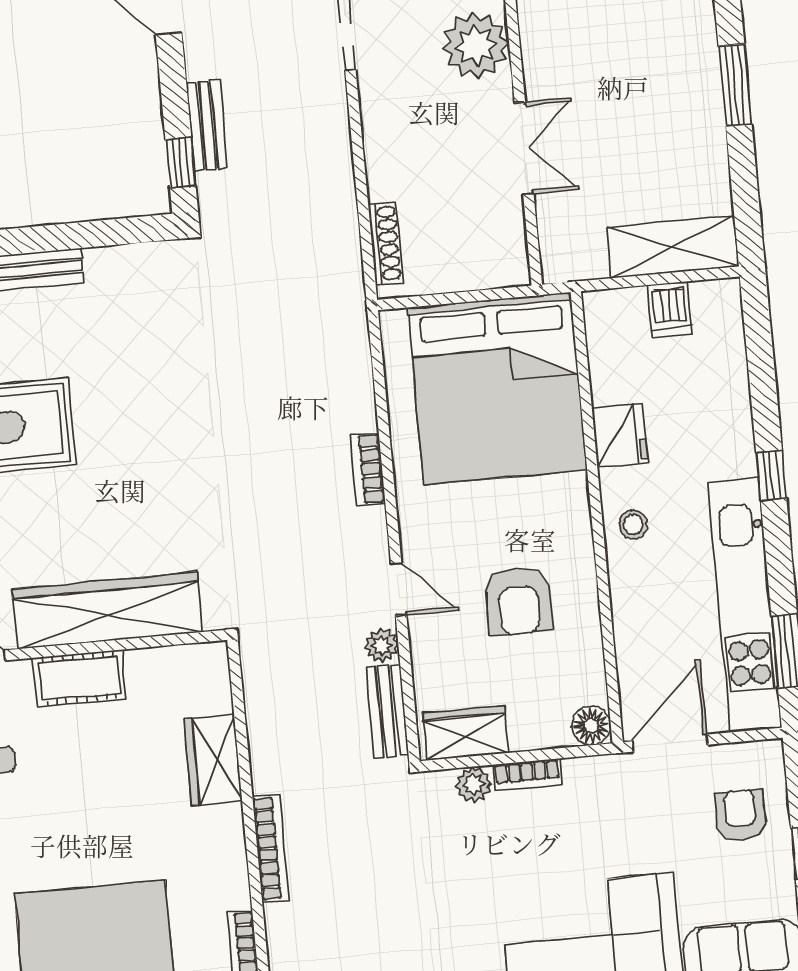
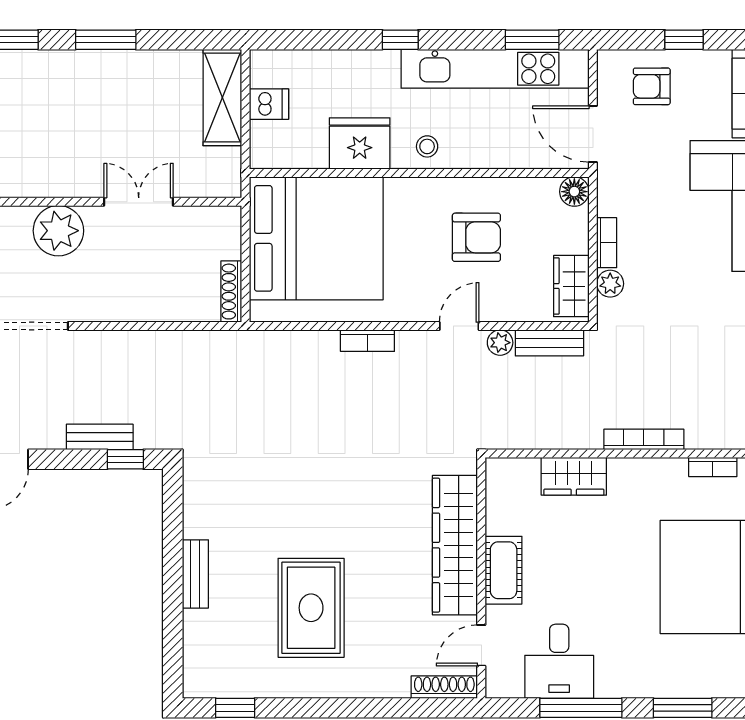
shoe rack: (386, 243) -> (231, 292), moved, turned -90
fridge: (620, 435) -> (360, 144), width x1.36, depth x1.34

